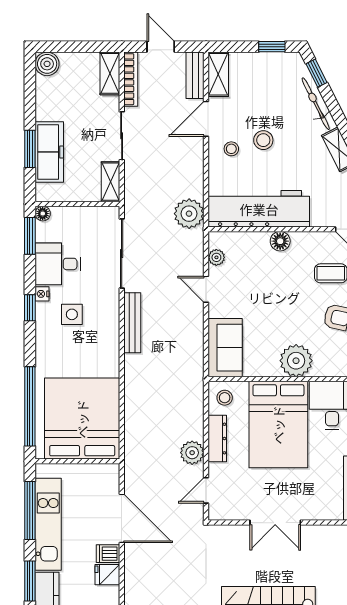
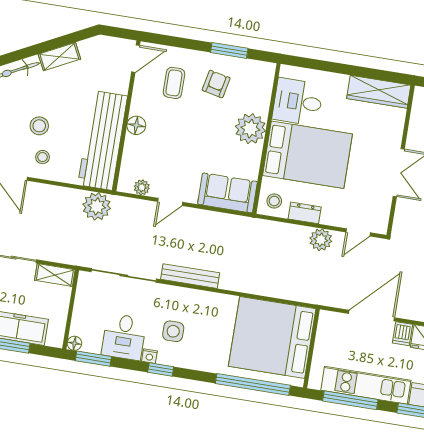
dresser: (217, 439) -> (305, 213), width x0.70
door: (206, 490) -> (358, 232), hinge flipped

